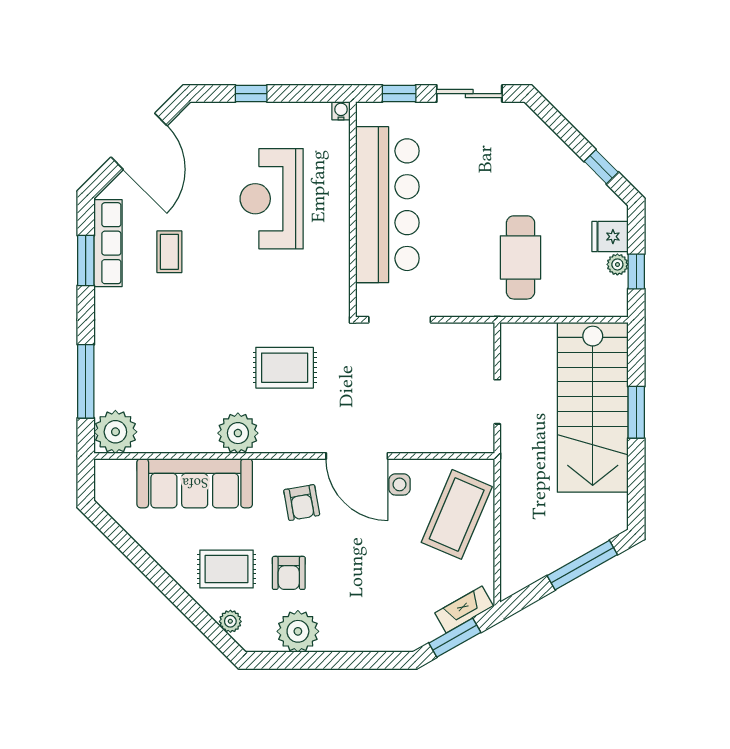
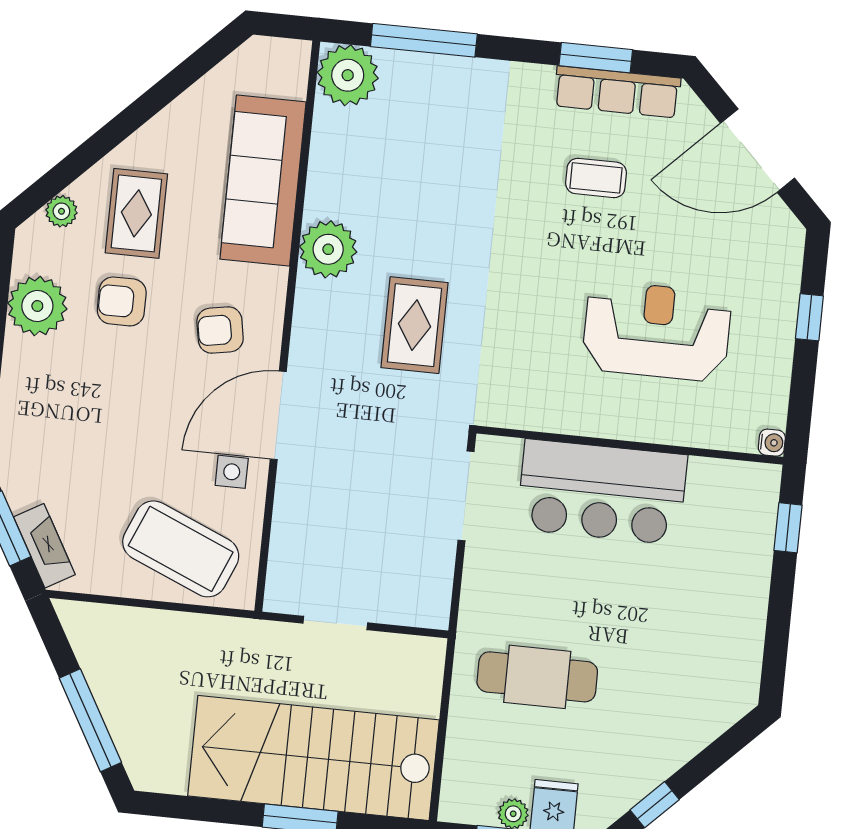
sliding door: (469, 94) -> (778, 628), removed
bar counter: (387, 205) -> (602, 492), width x0.73

